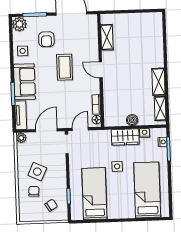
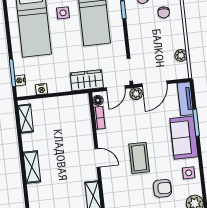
armchair: (46, 39) -> (162, 188), turned 90
shelving: (159, 82) -> (32, 167), moved
boiler: (132, 120) -> (57, 103), removed
plant: (63, 123) -> (136, 94), added
wardrobe: (125, 137) -> (87, 80), moved
plant: (21, 138) -> (181, 55), moved
side table: (117, 166) -> (63, 13), moved
side table: (37, 172) -> (161, 35), removed

